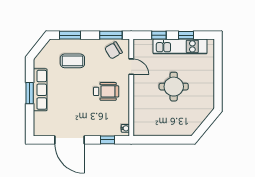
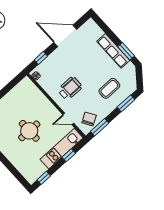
window: (186, 35) -> (44, 178), moved
kitchen unit: (180, 46) -> (62, 149), moved
wheelchair: (106, 91) -> (70, 88), turned 180
window: (30, 93) -> (126, 51), moved

